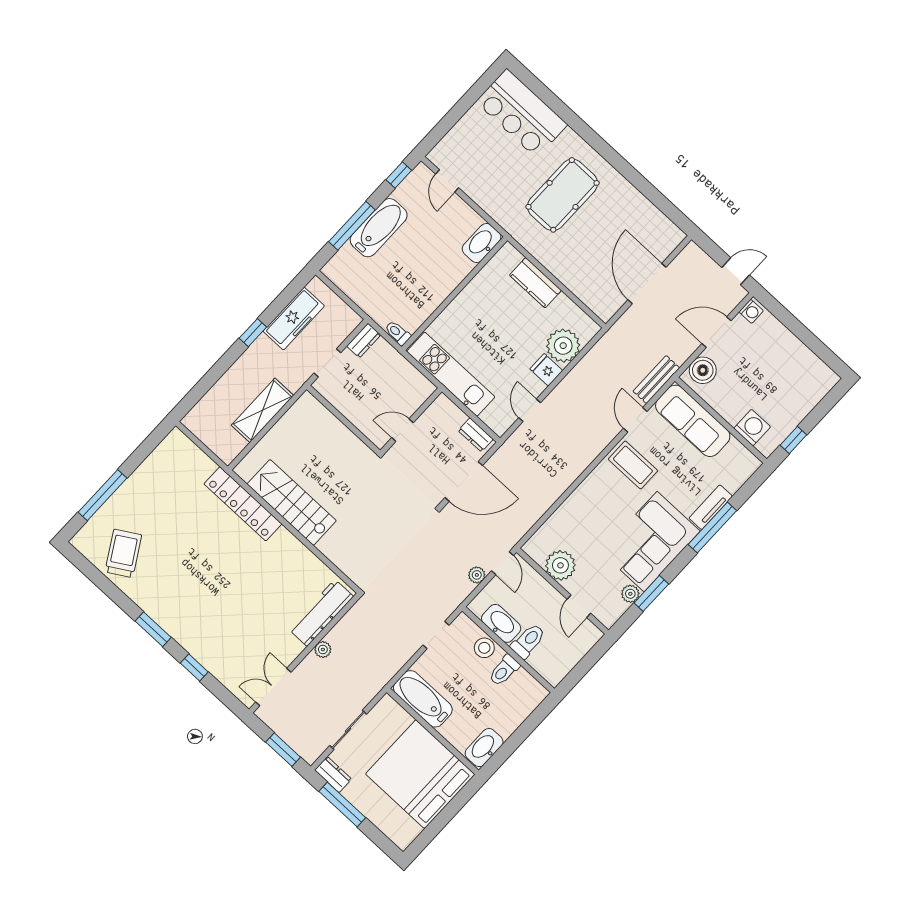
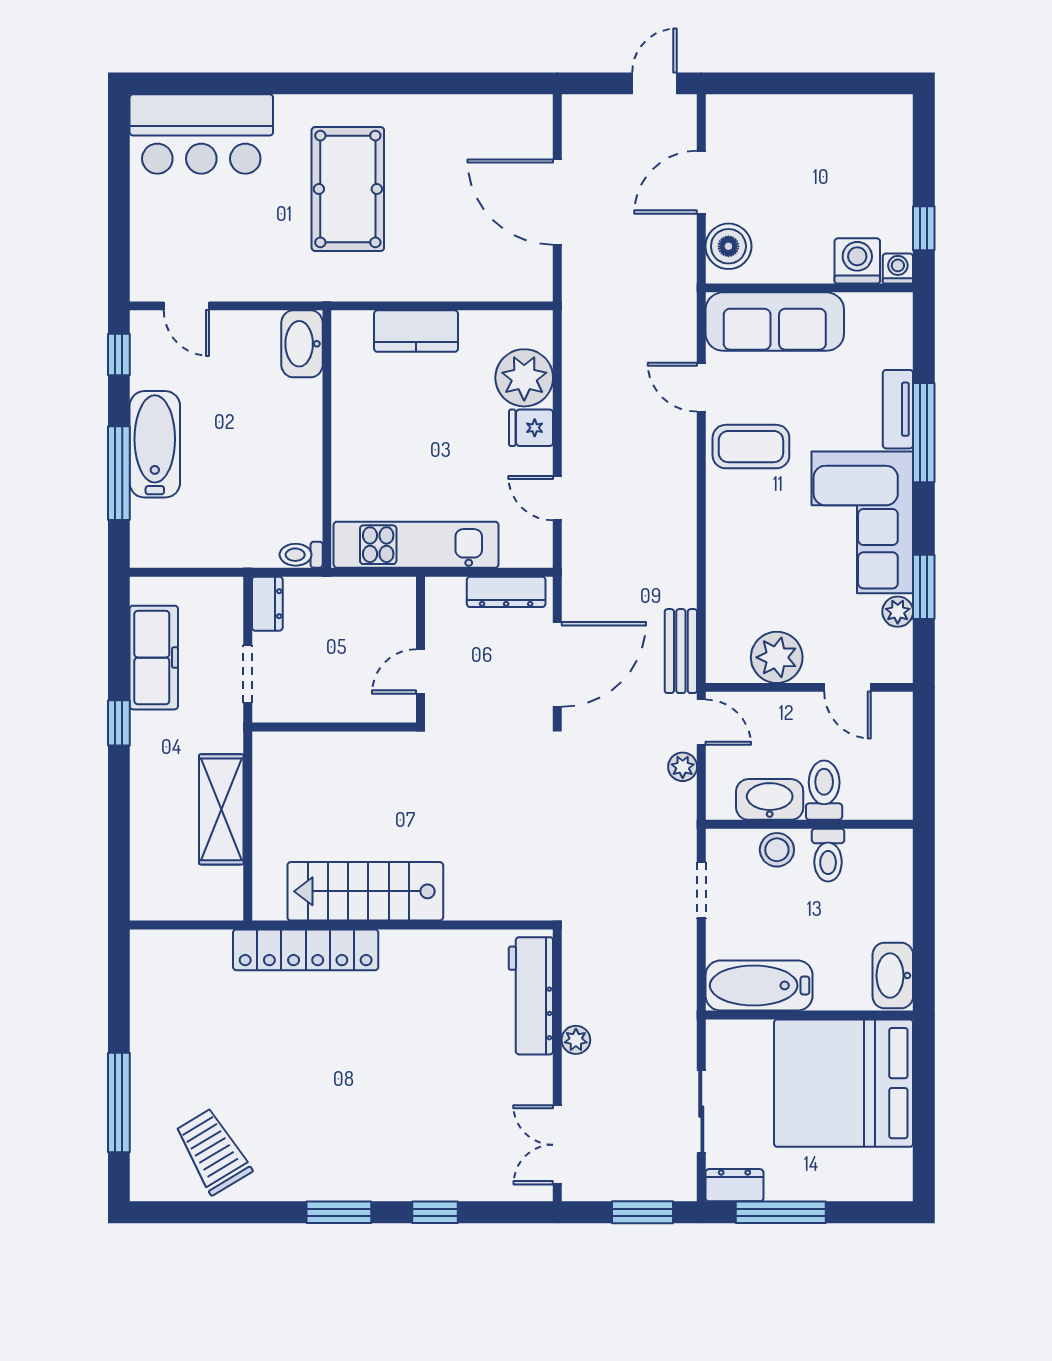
washing machine: (751, 311) -> (898, 268), moved, turned -90
bench: (656, 380) -> (681, 651), moved
dresser: (476, 435) -> (506, 592), width x1.44

